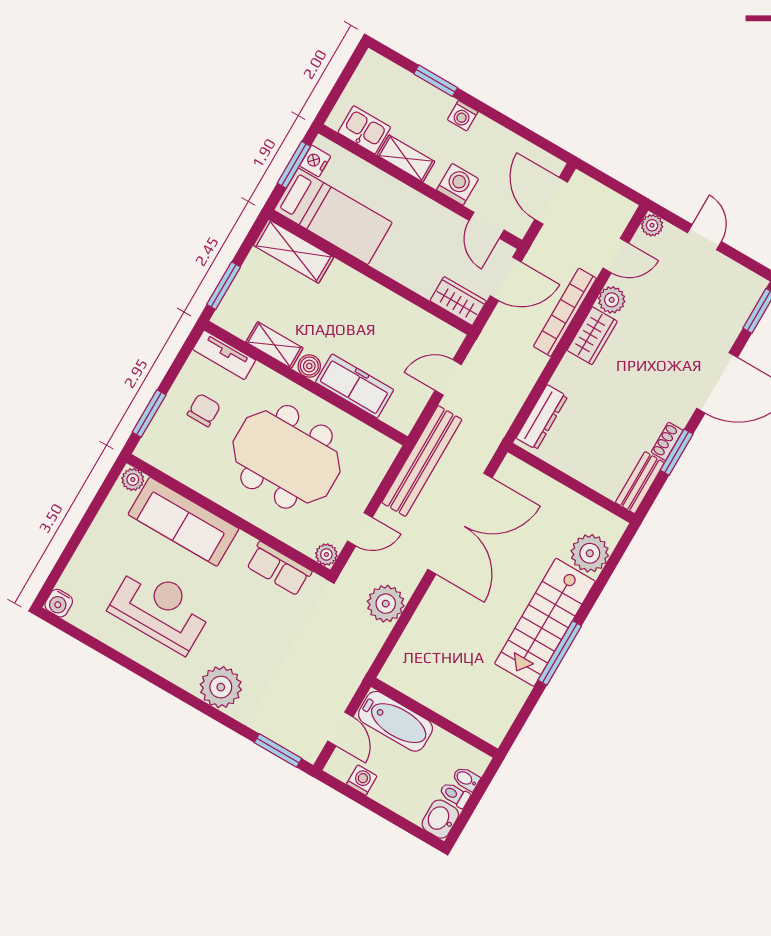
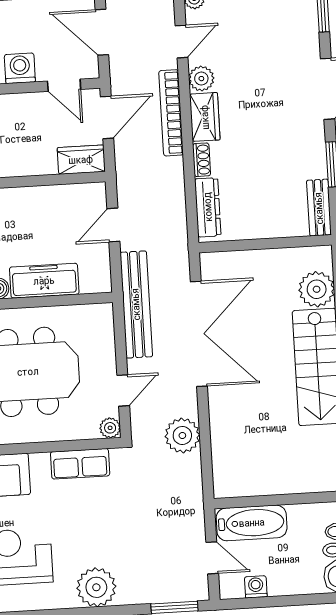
shoe rack: (667, 441) -> (202, 160), moved, turned 180

